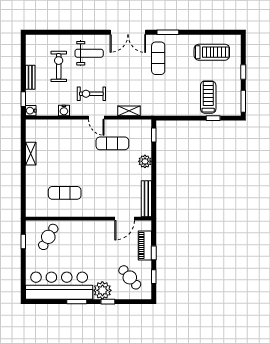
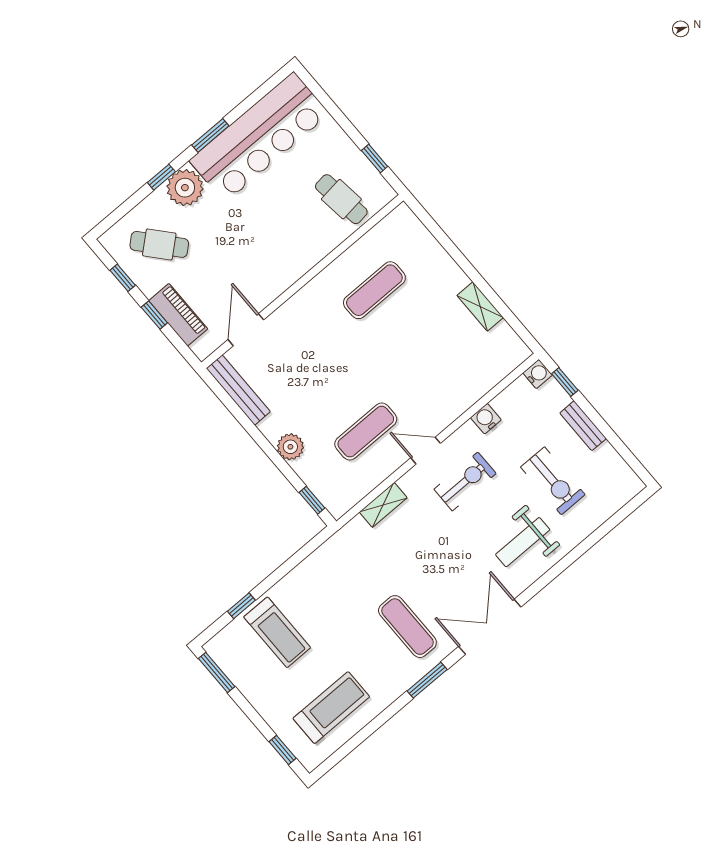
treadmill: (212, 52) -> (331, 708), turned 180
window: (243, 72) -> (283, 750), moved
cafe table: (48, 237) -> (341, 199), turned -38

